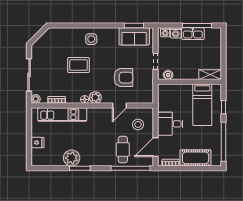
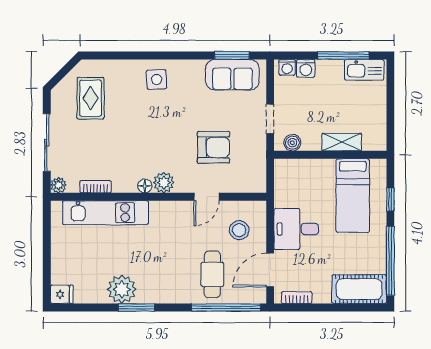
kitchen sink: (193, 34) -> (364, 70), moved
rug: (79, 65) -> (90, 98), moved, turned 90
shelving: (210, 75) -> (342, 142), moved
fridge: (38, 143) -> (62, 294), moved
cot: (196, 158) -> (359, 289), moved

